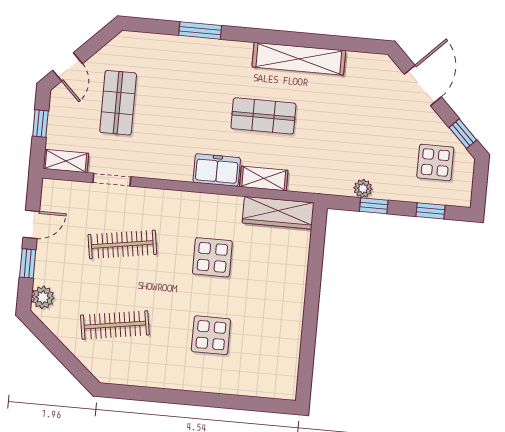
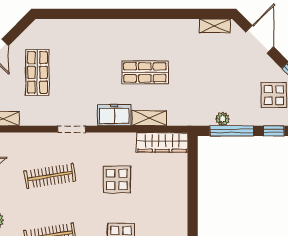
window: (200, 30) -> (93, 14), removed
shelving: (299, 59) -> (215, 26), moved, width x0.45, depth x0.75
doorway: (112, 180) -> (71, 129), moved
window: (374, 206) -> (232, 131), width x2.17

